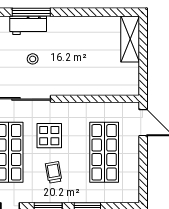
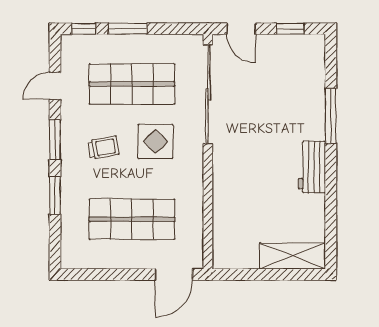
workbench: (28, 25) -> (312, 167), moved
stool: (33, 59) -> (264, 118), removed

